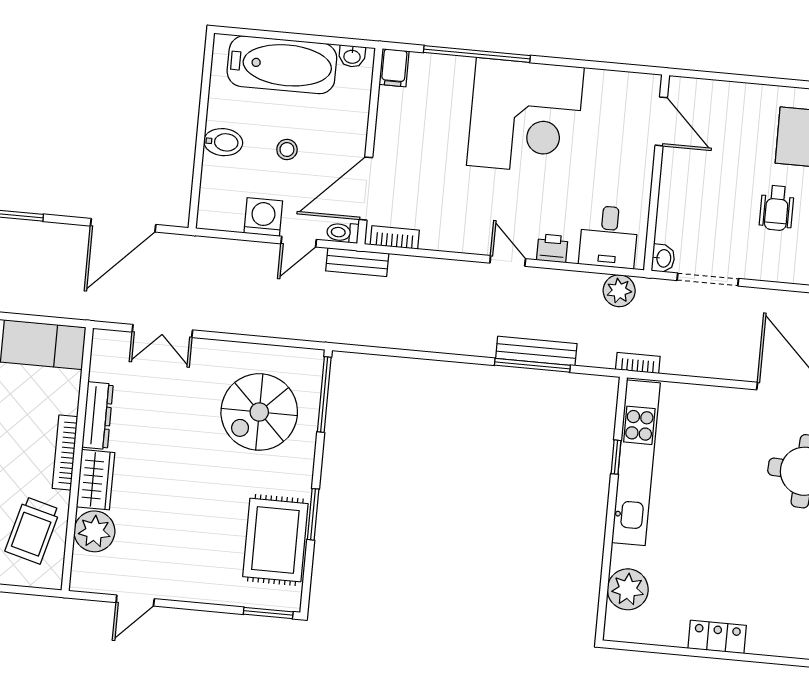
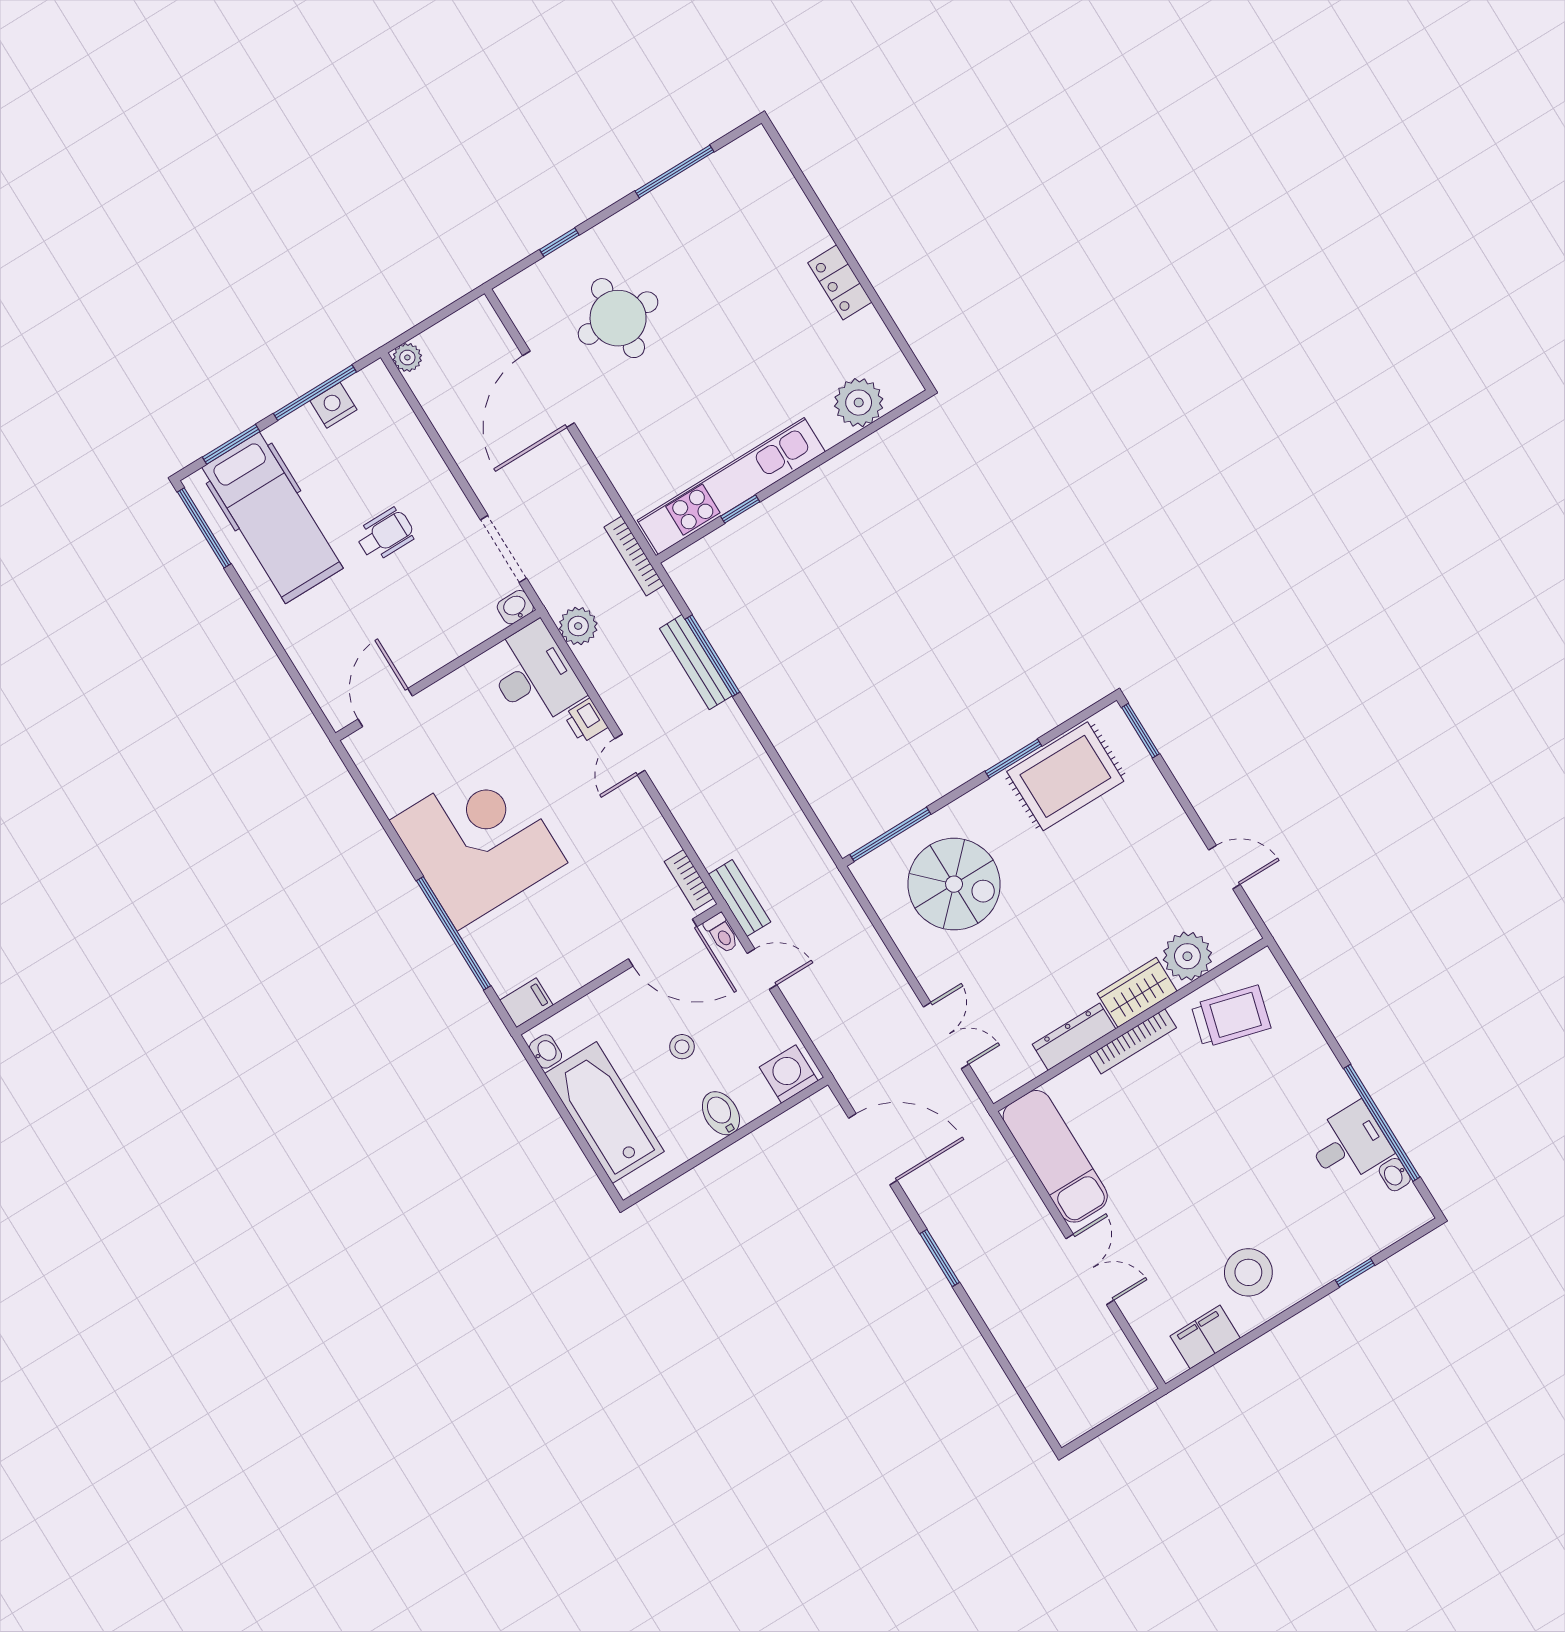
washing machine: (263, 217) -> (789, 1074), moved, turned 90
desk: (609, 237) -> (534, 675), width x1.37
bookcase: (638, 363) -> (634, 556), width x1.56

